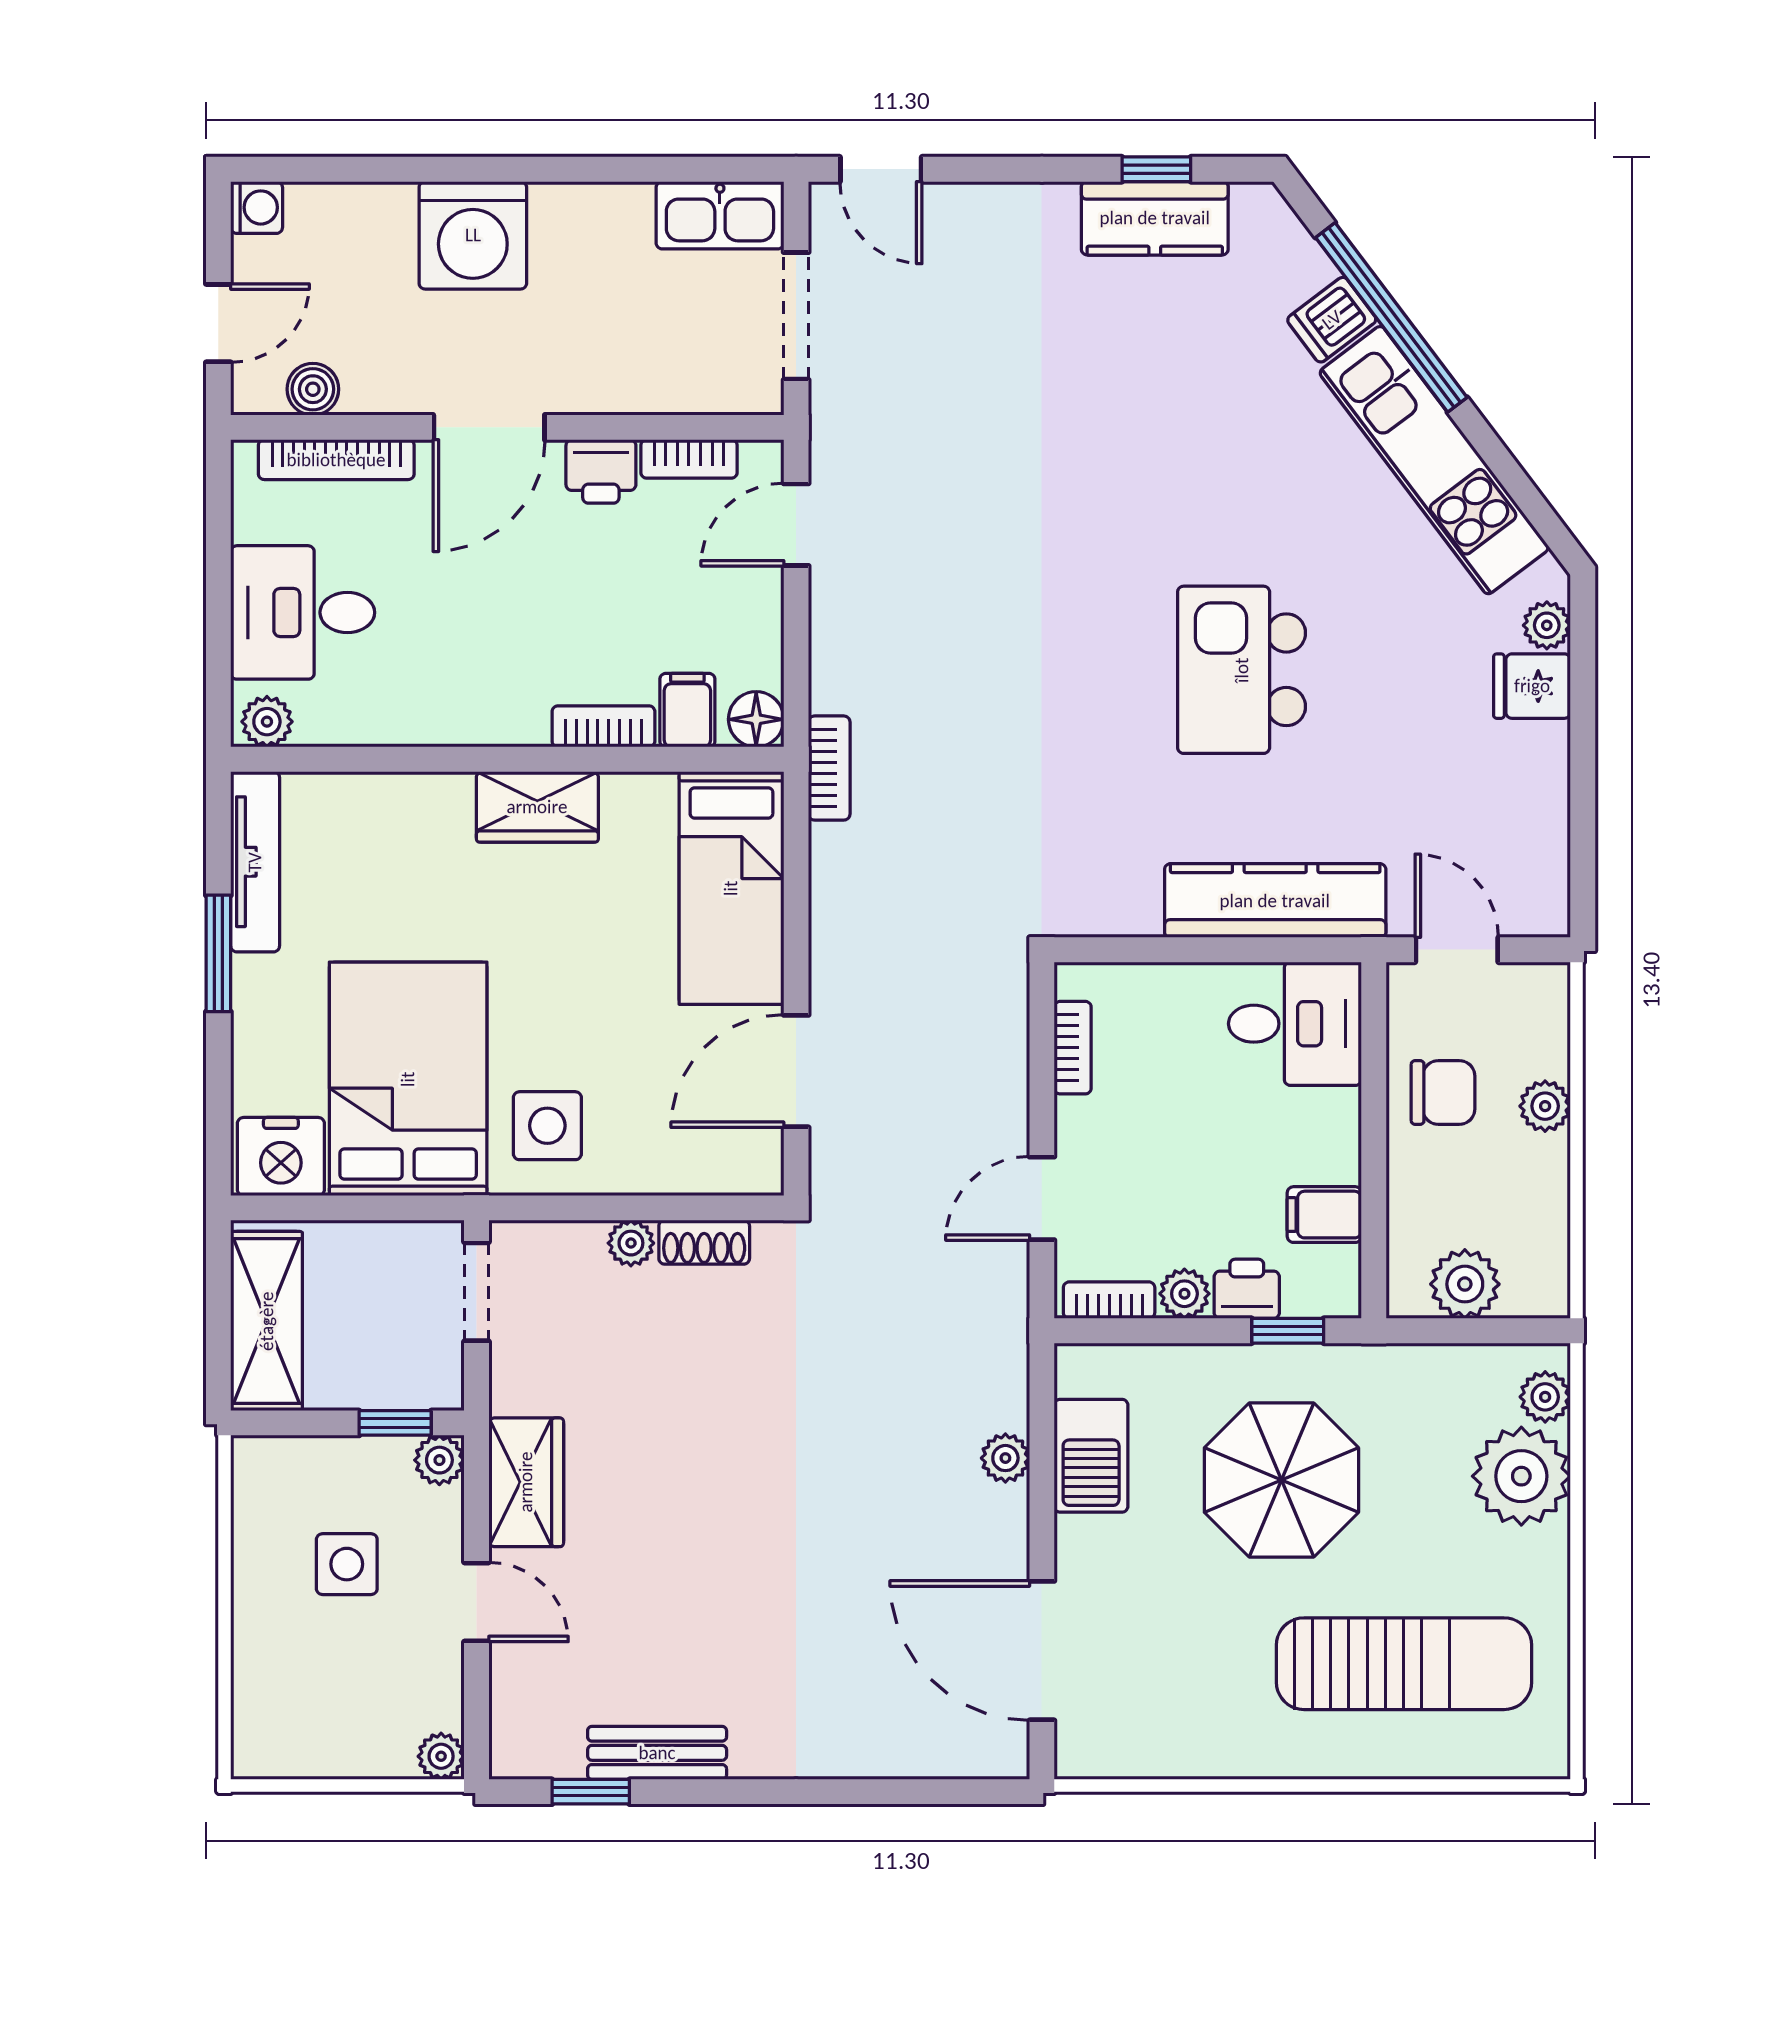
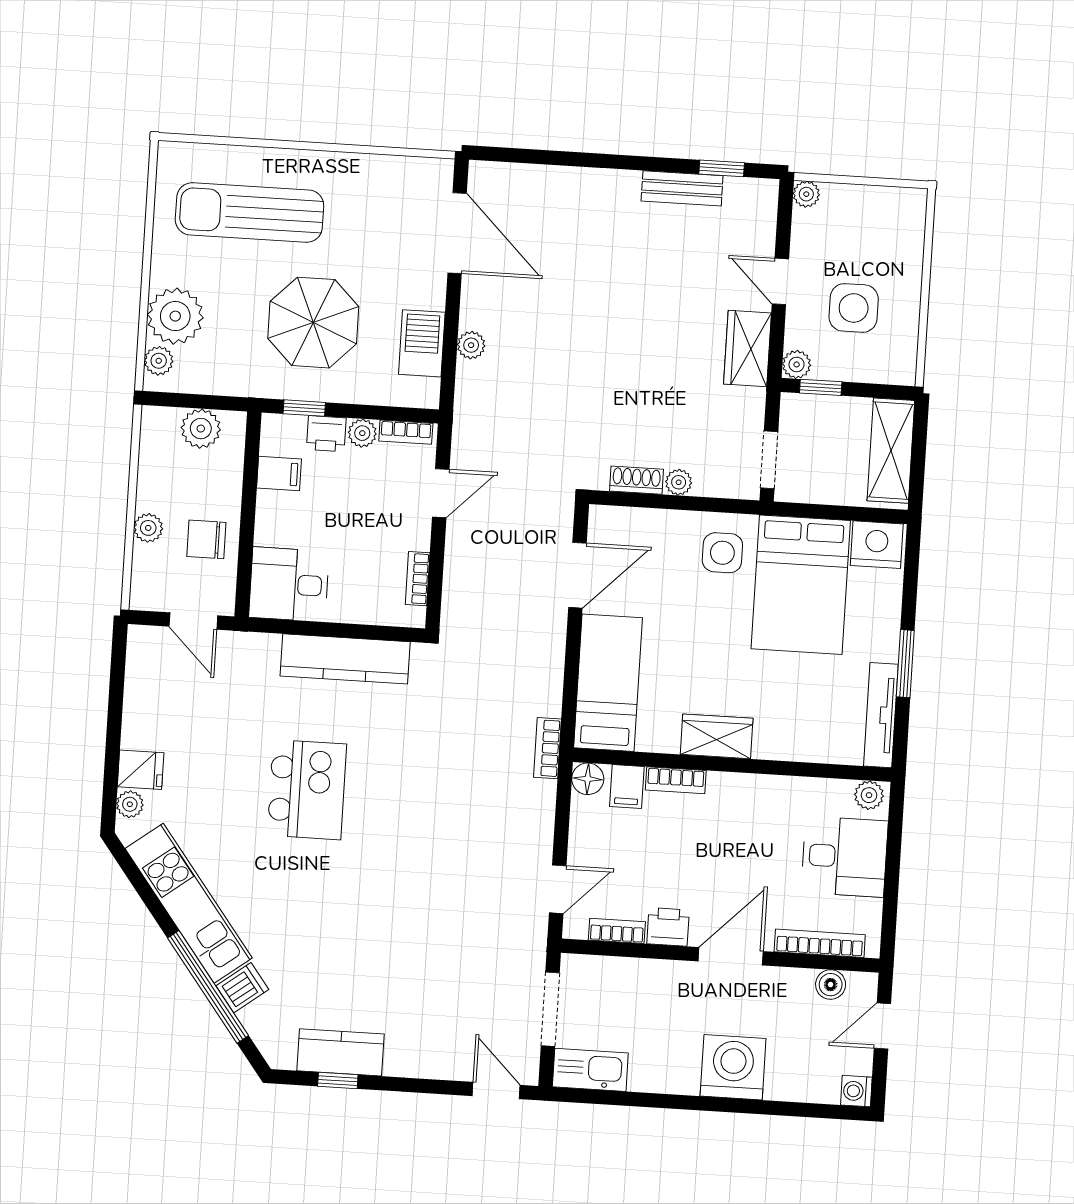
kitchen counter: (1275, 901) -> (345, 659), moved
side table: (347, 1564) -> (854, 308), width x1.37, depth x1.37

